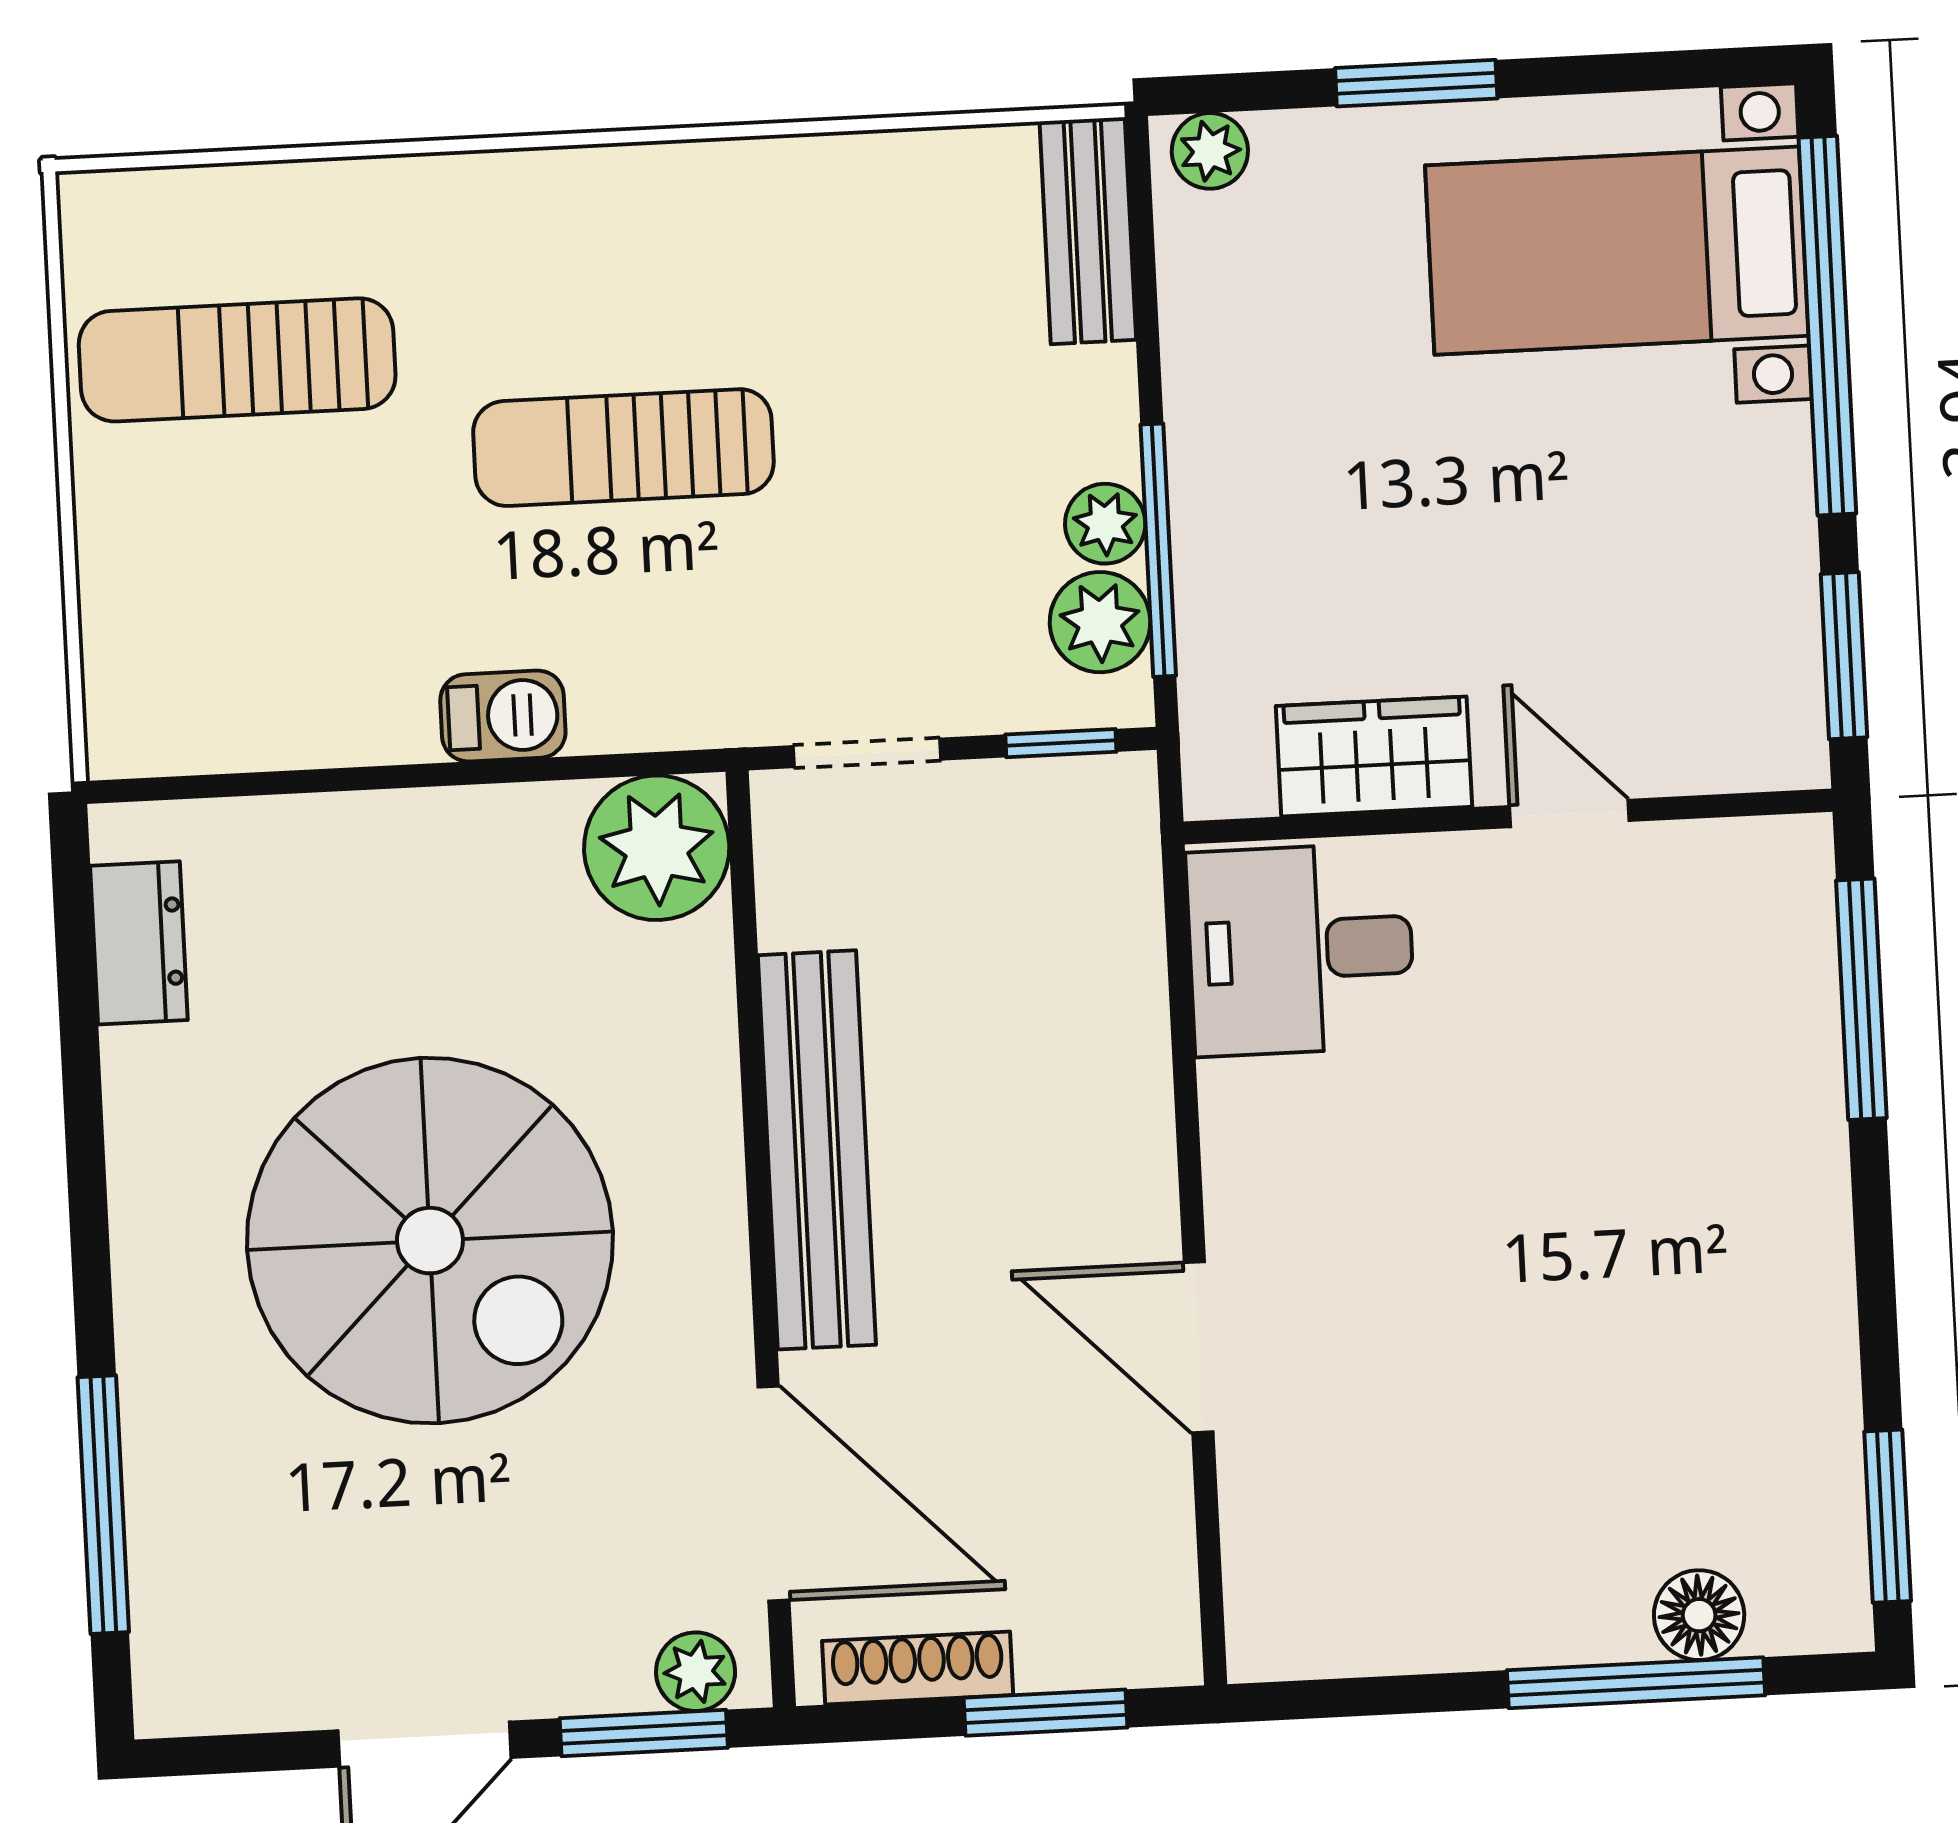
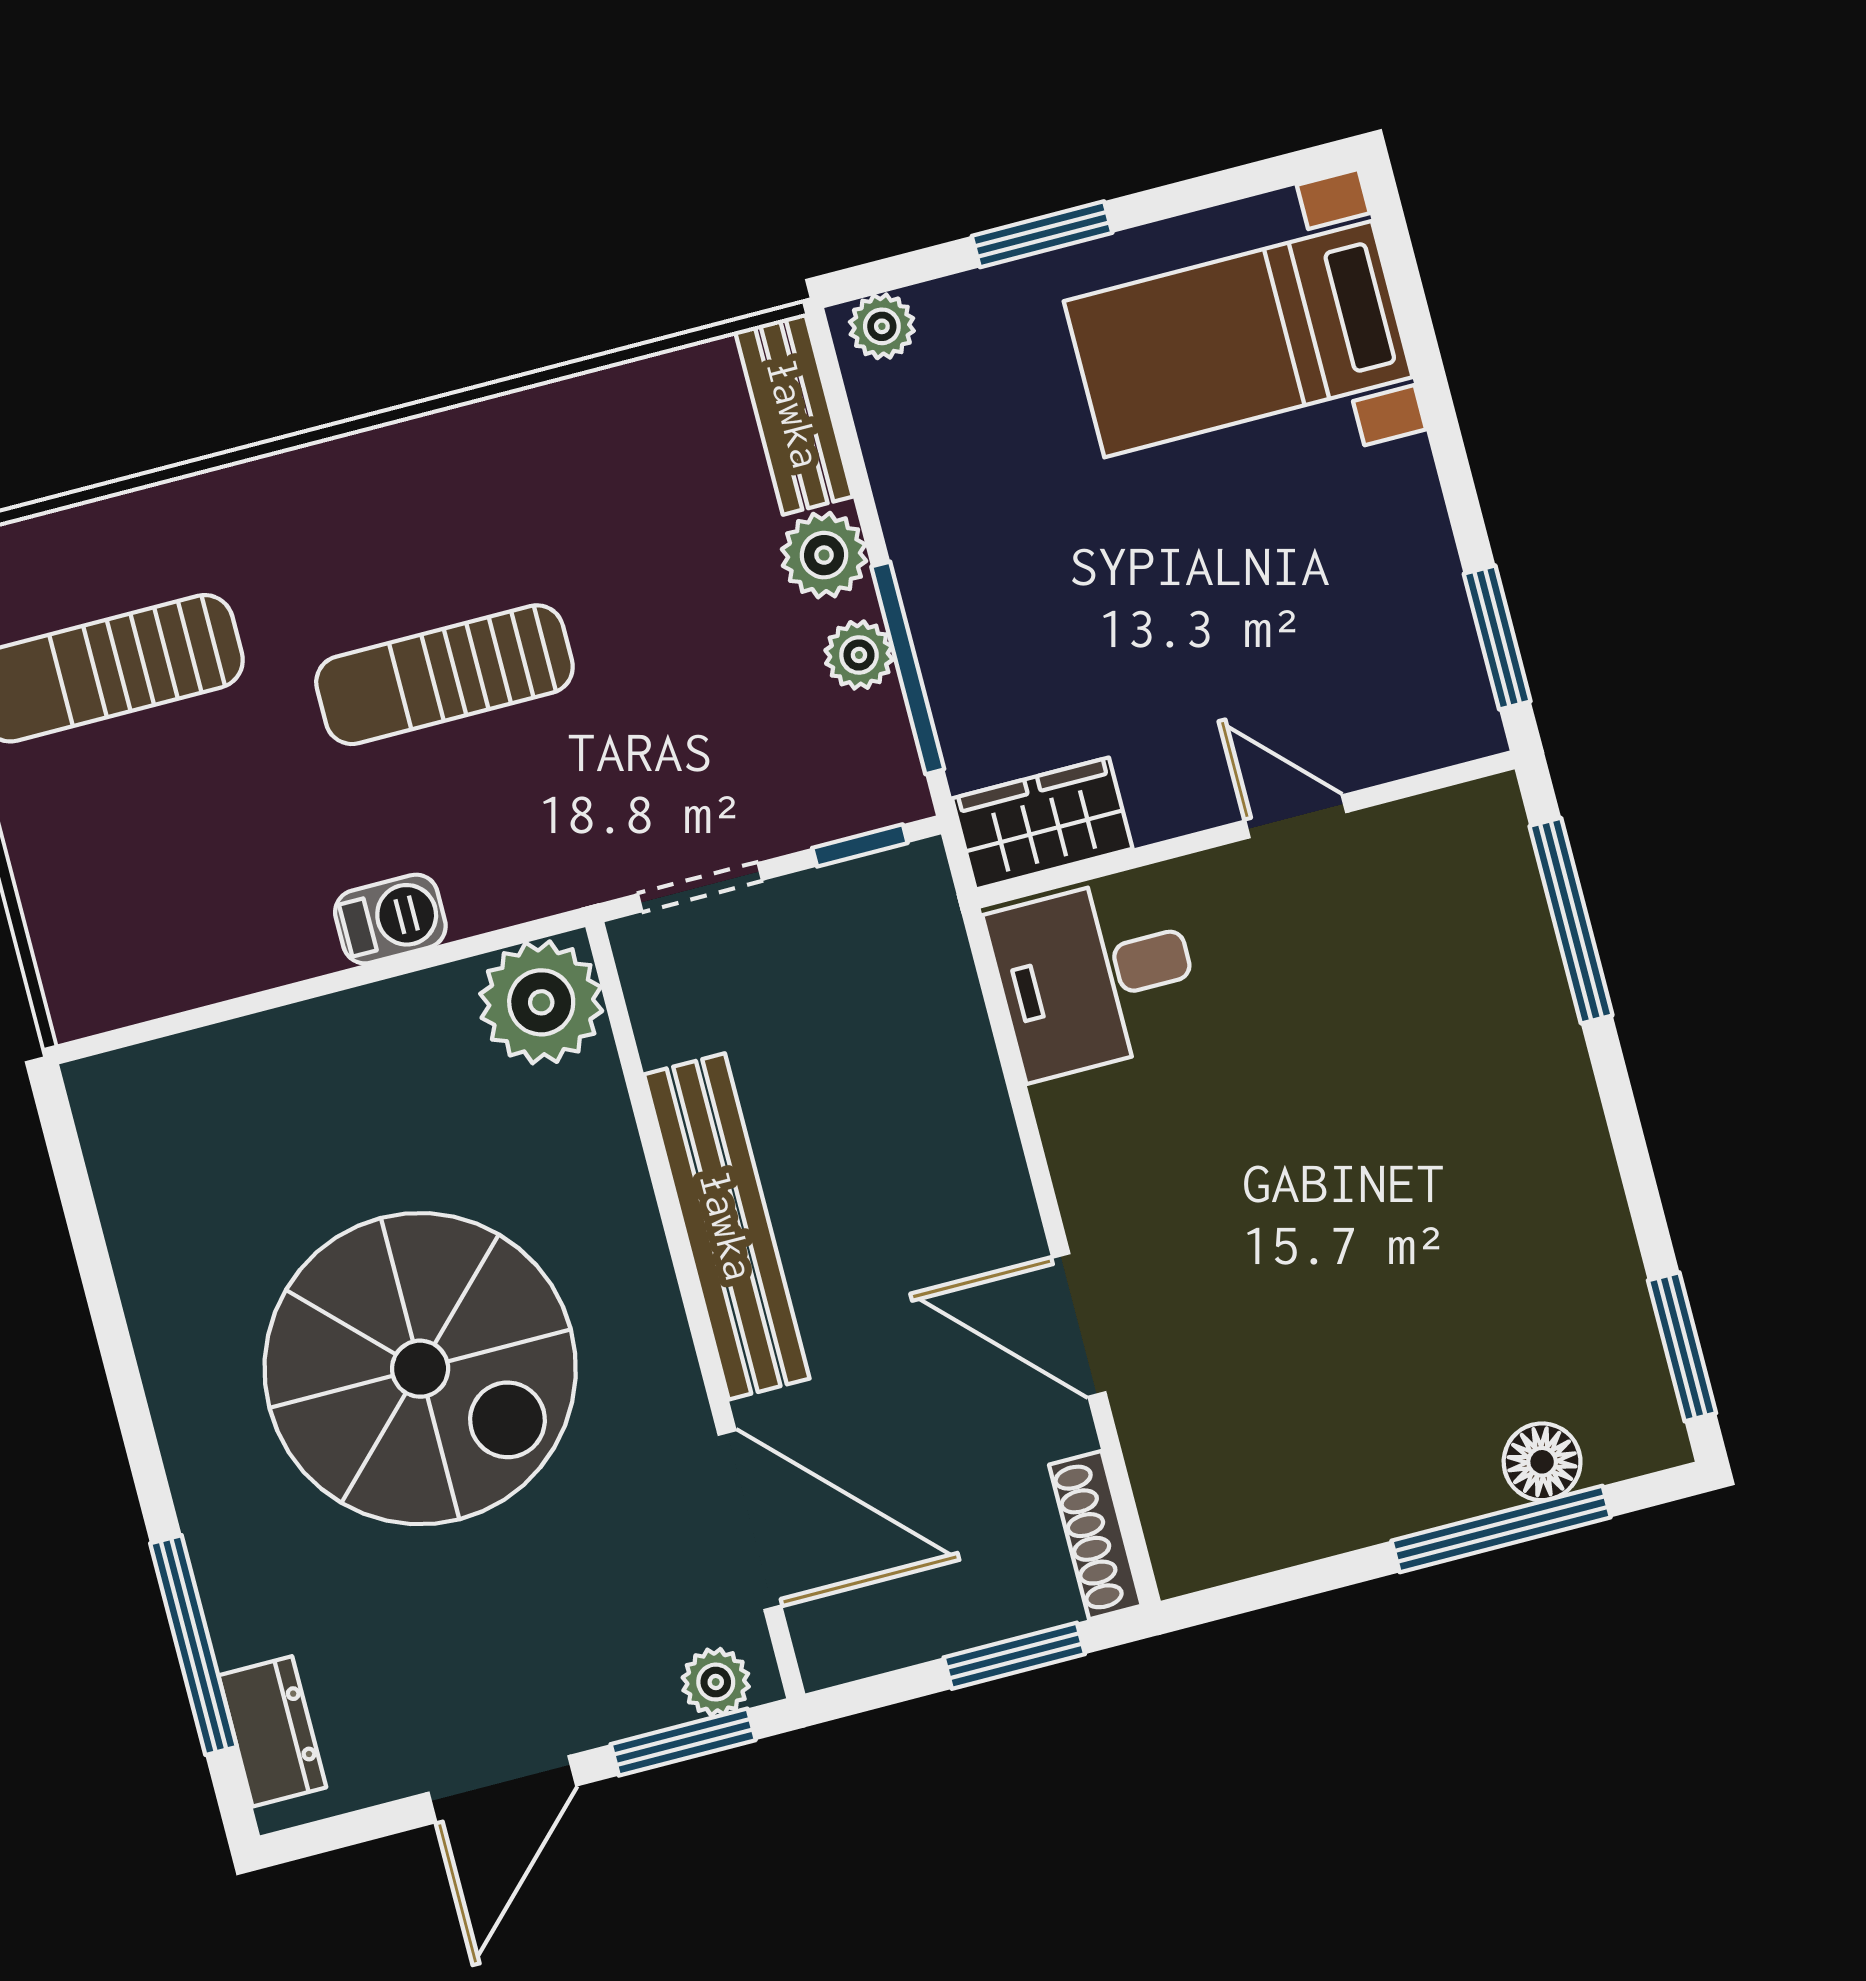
window: (1827, 326) -> (1426, 365), removed
plant: (1100, 622) -> (824, 555), moved
wardrobe: (1374, 756) -> (1042, 824), moved
dresser: (139, 943) -> (272, 1731), moved
shoe rack: (918, 1668) -> (1095, 1535), moved, turned -90

